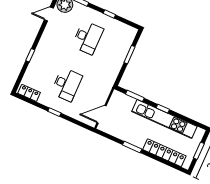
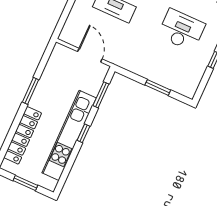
desk: (88, 38) -> (181, 30), turned 180
door: (102, 114) -> (90, 55), moved

